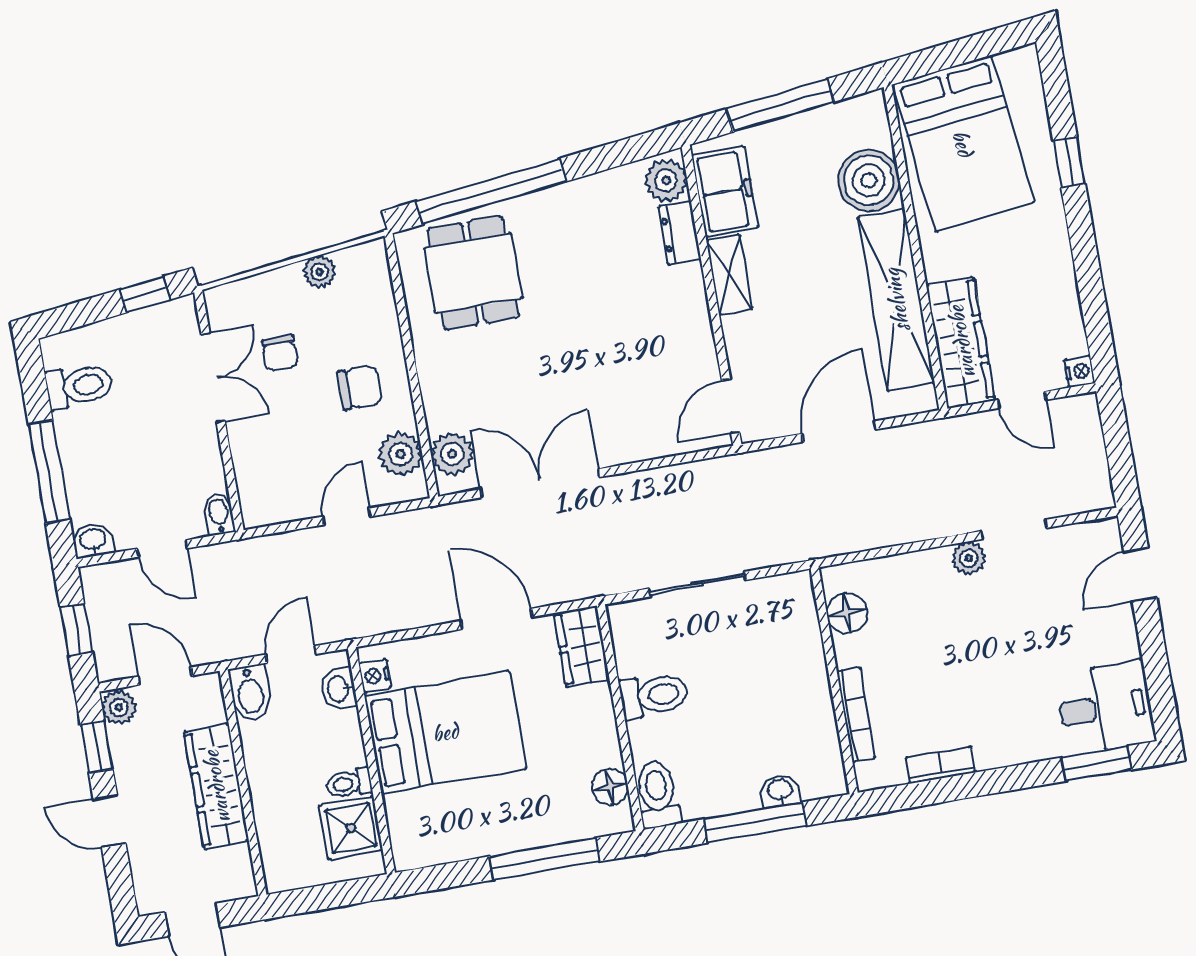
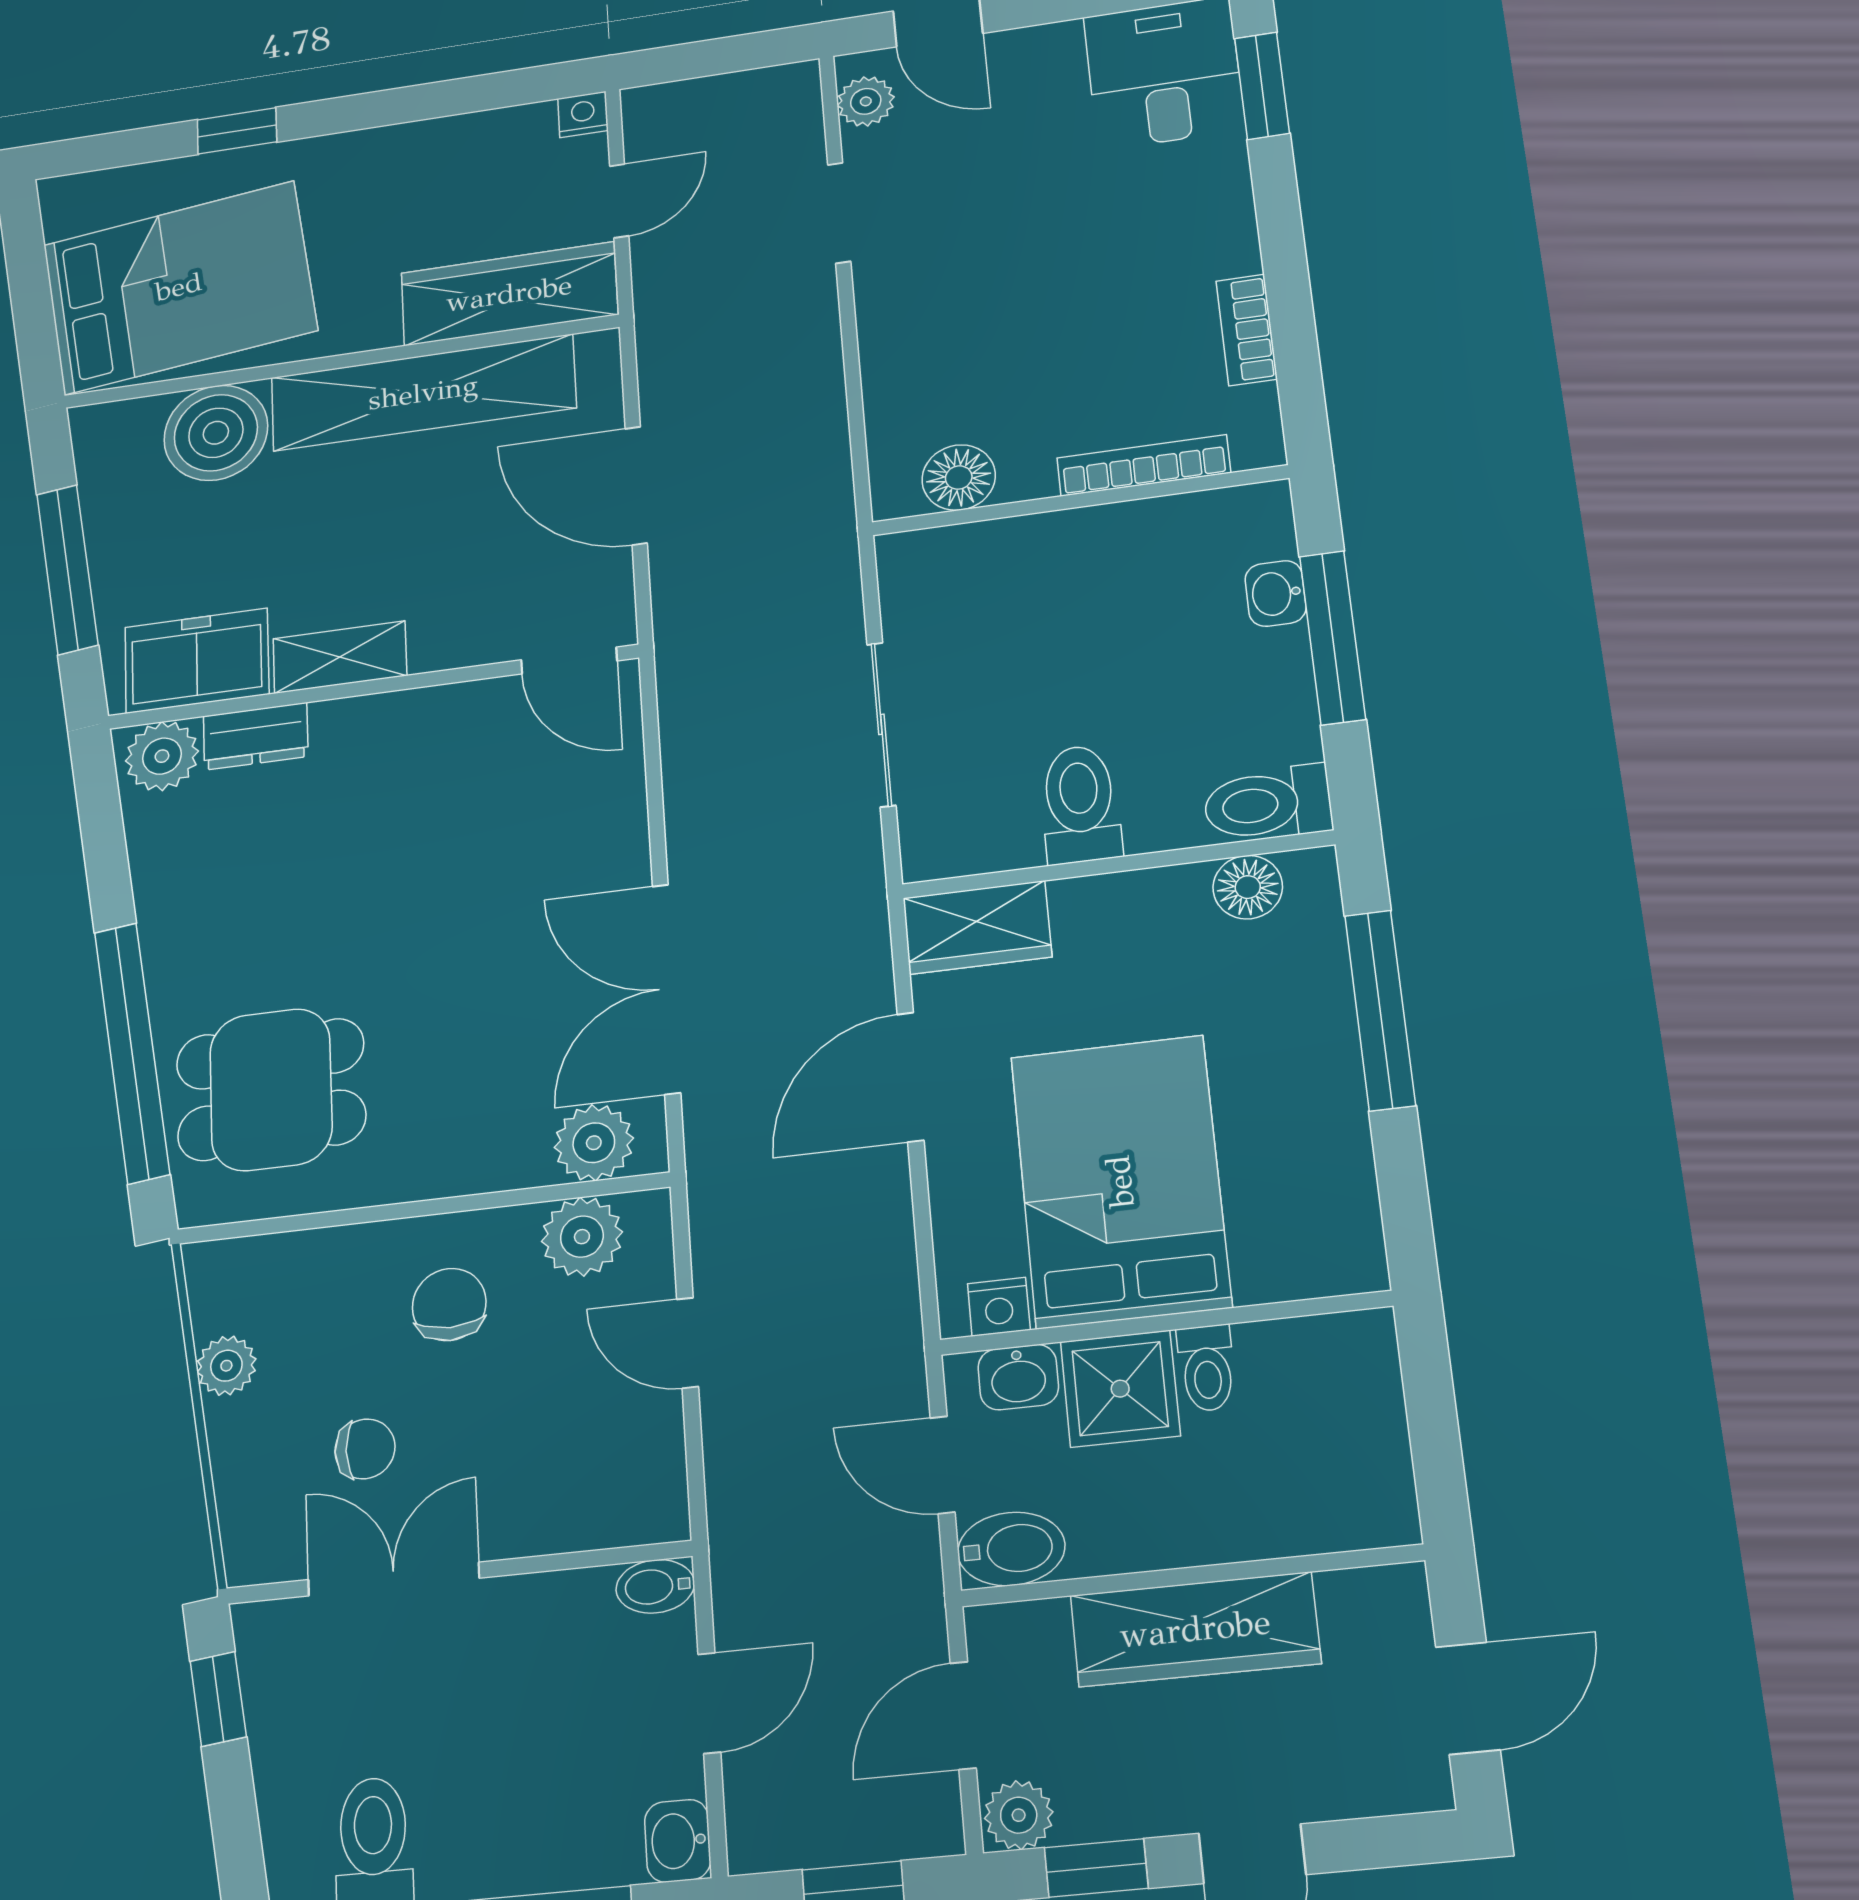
plant: (969, 558) -> (866, 101), moved
shower: (351, 828) -> (1120, 1389), moved

